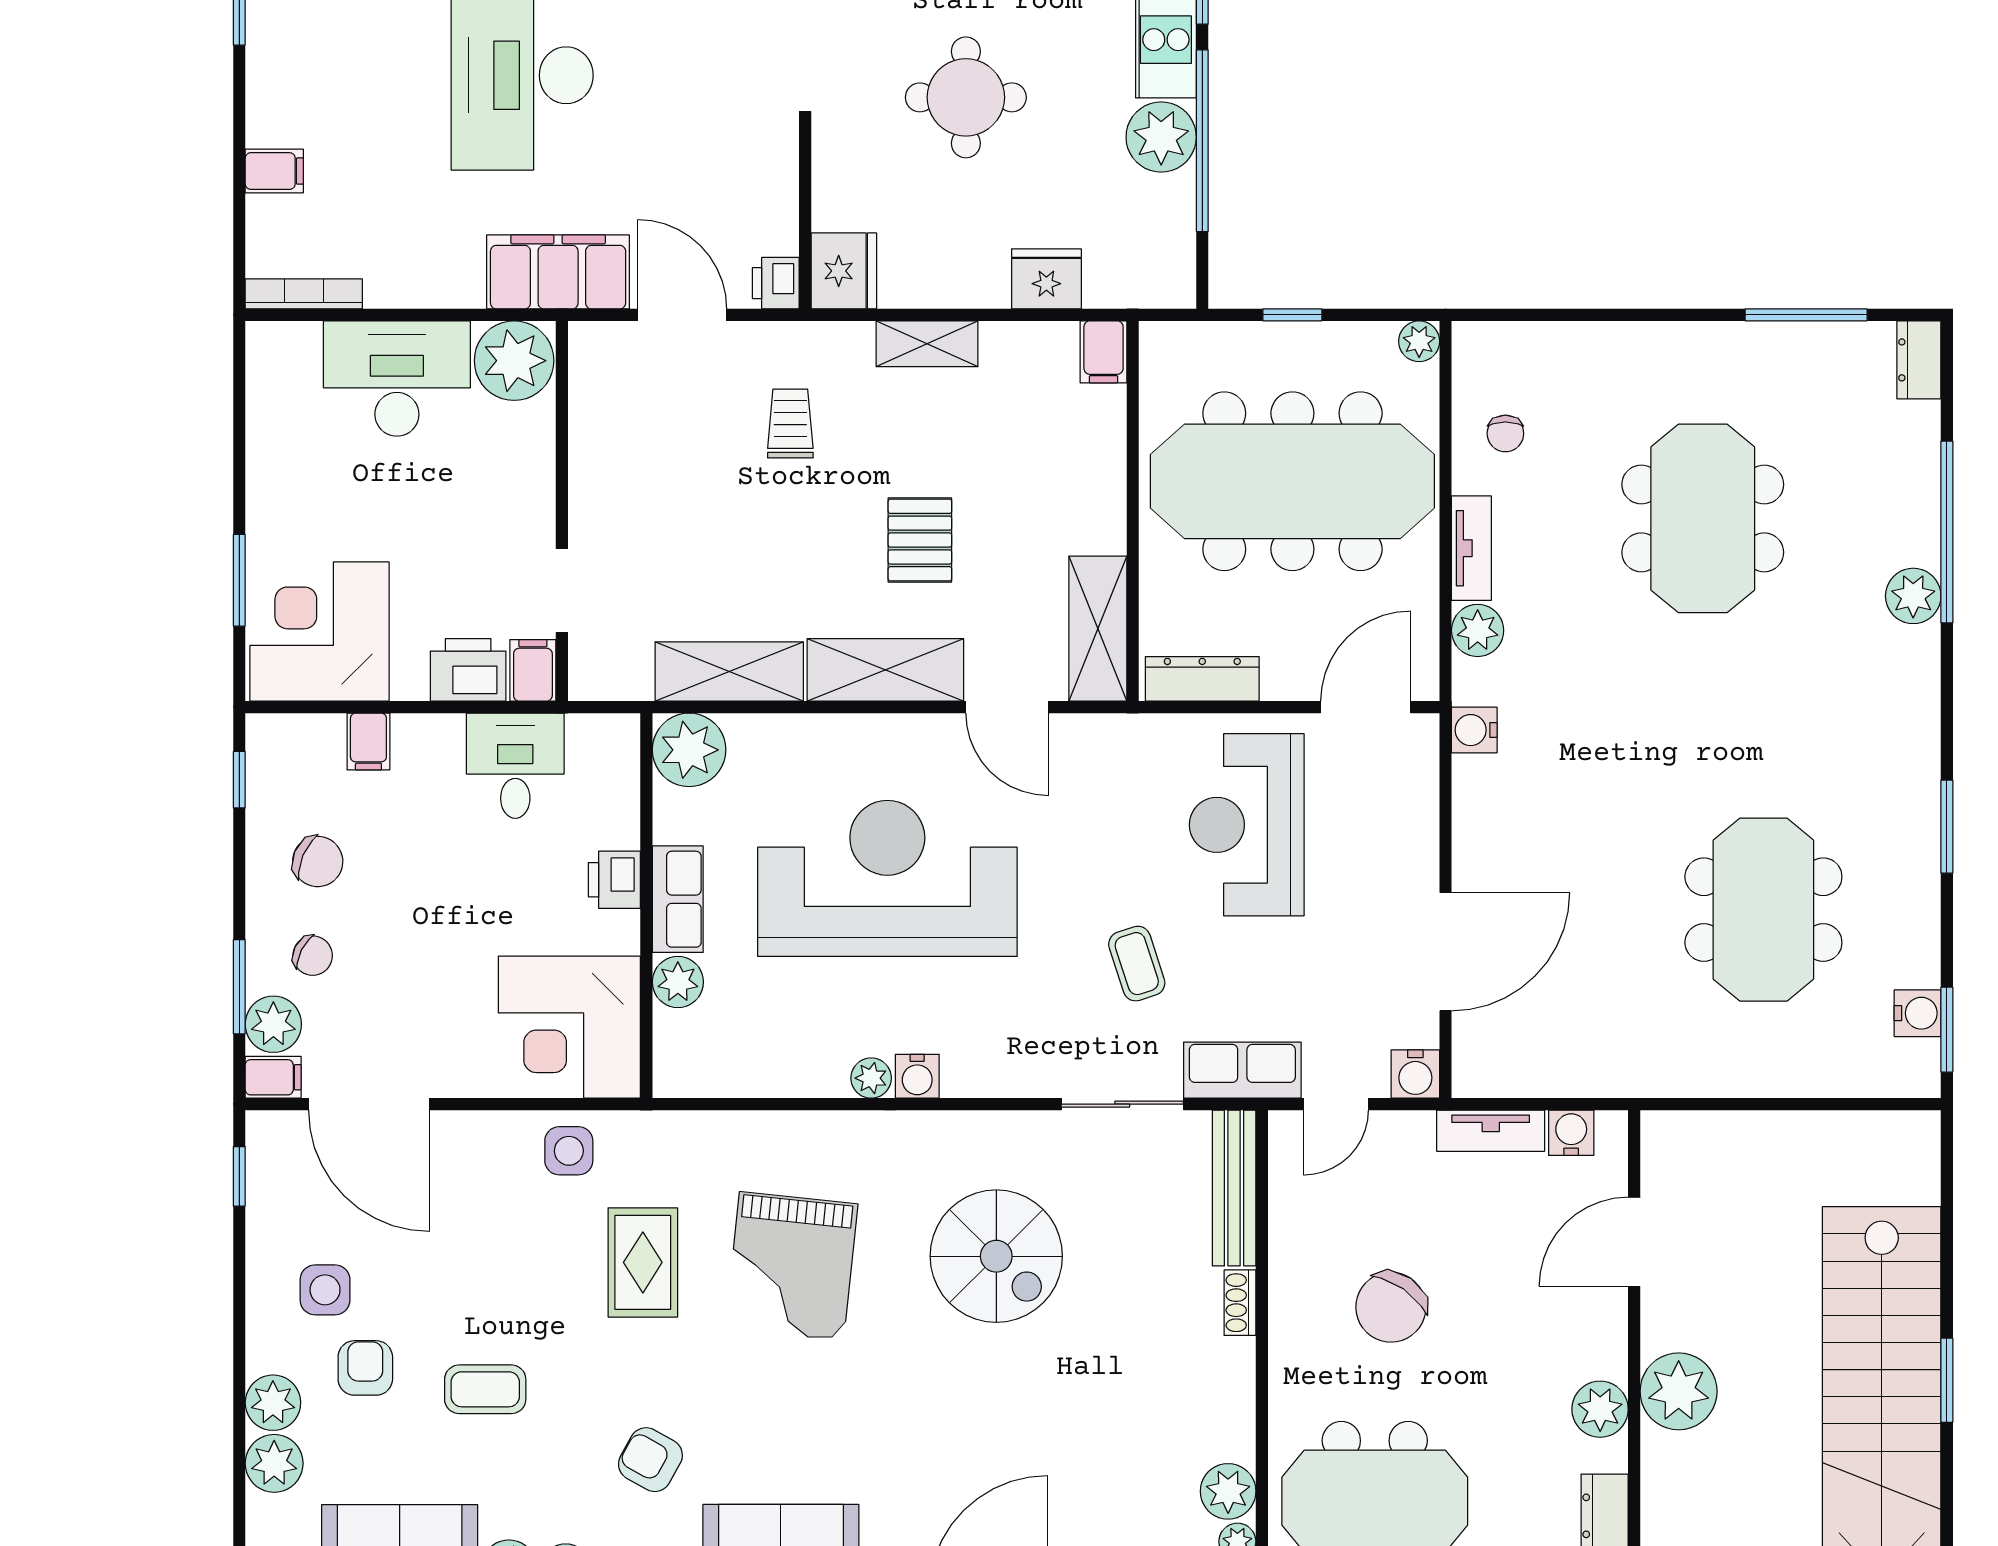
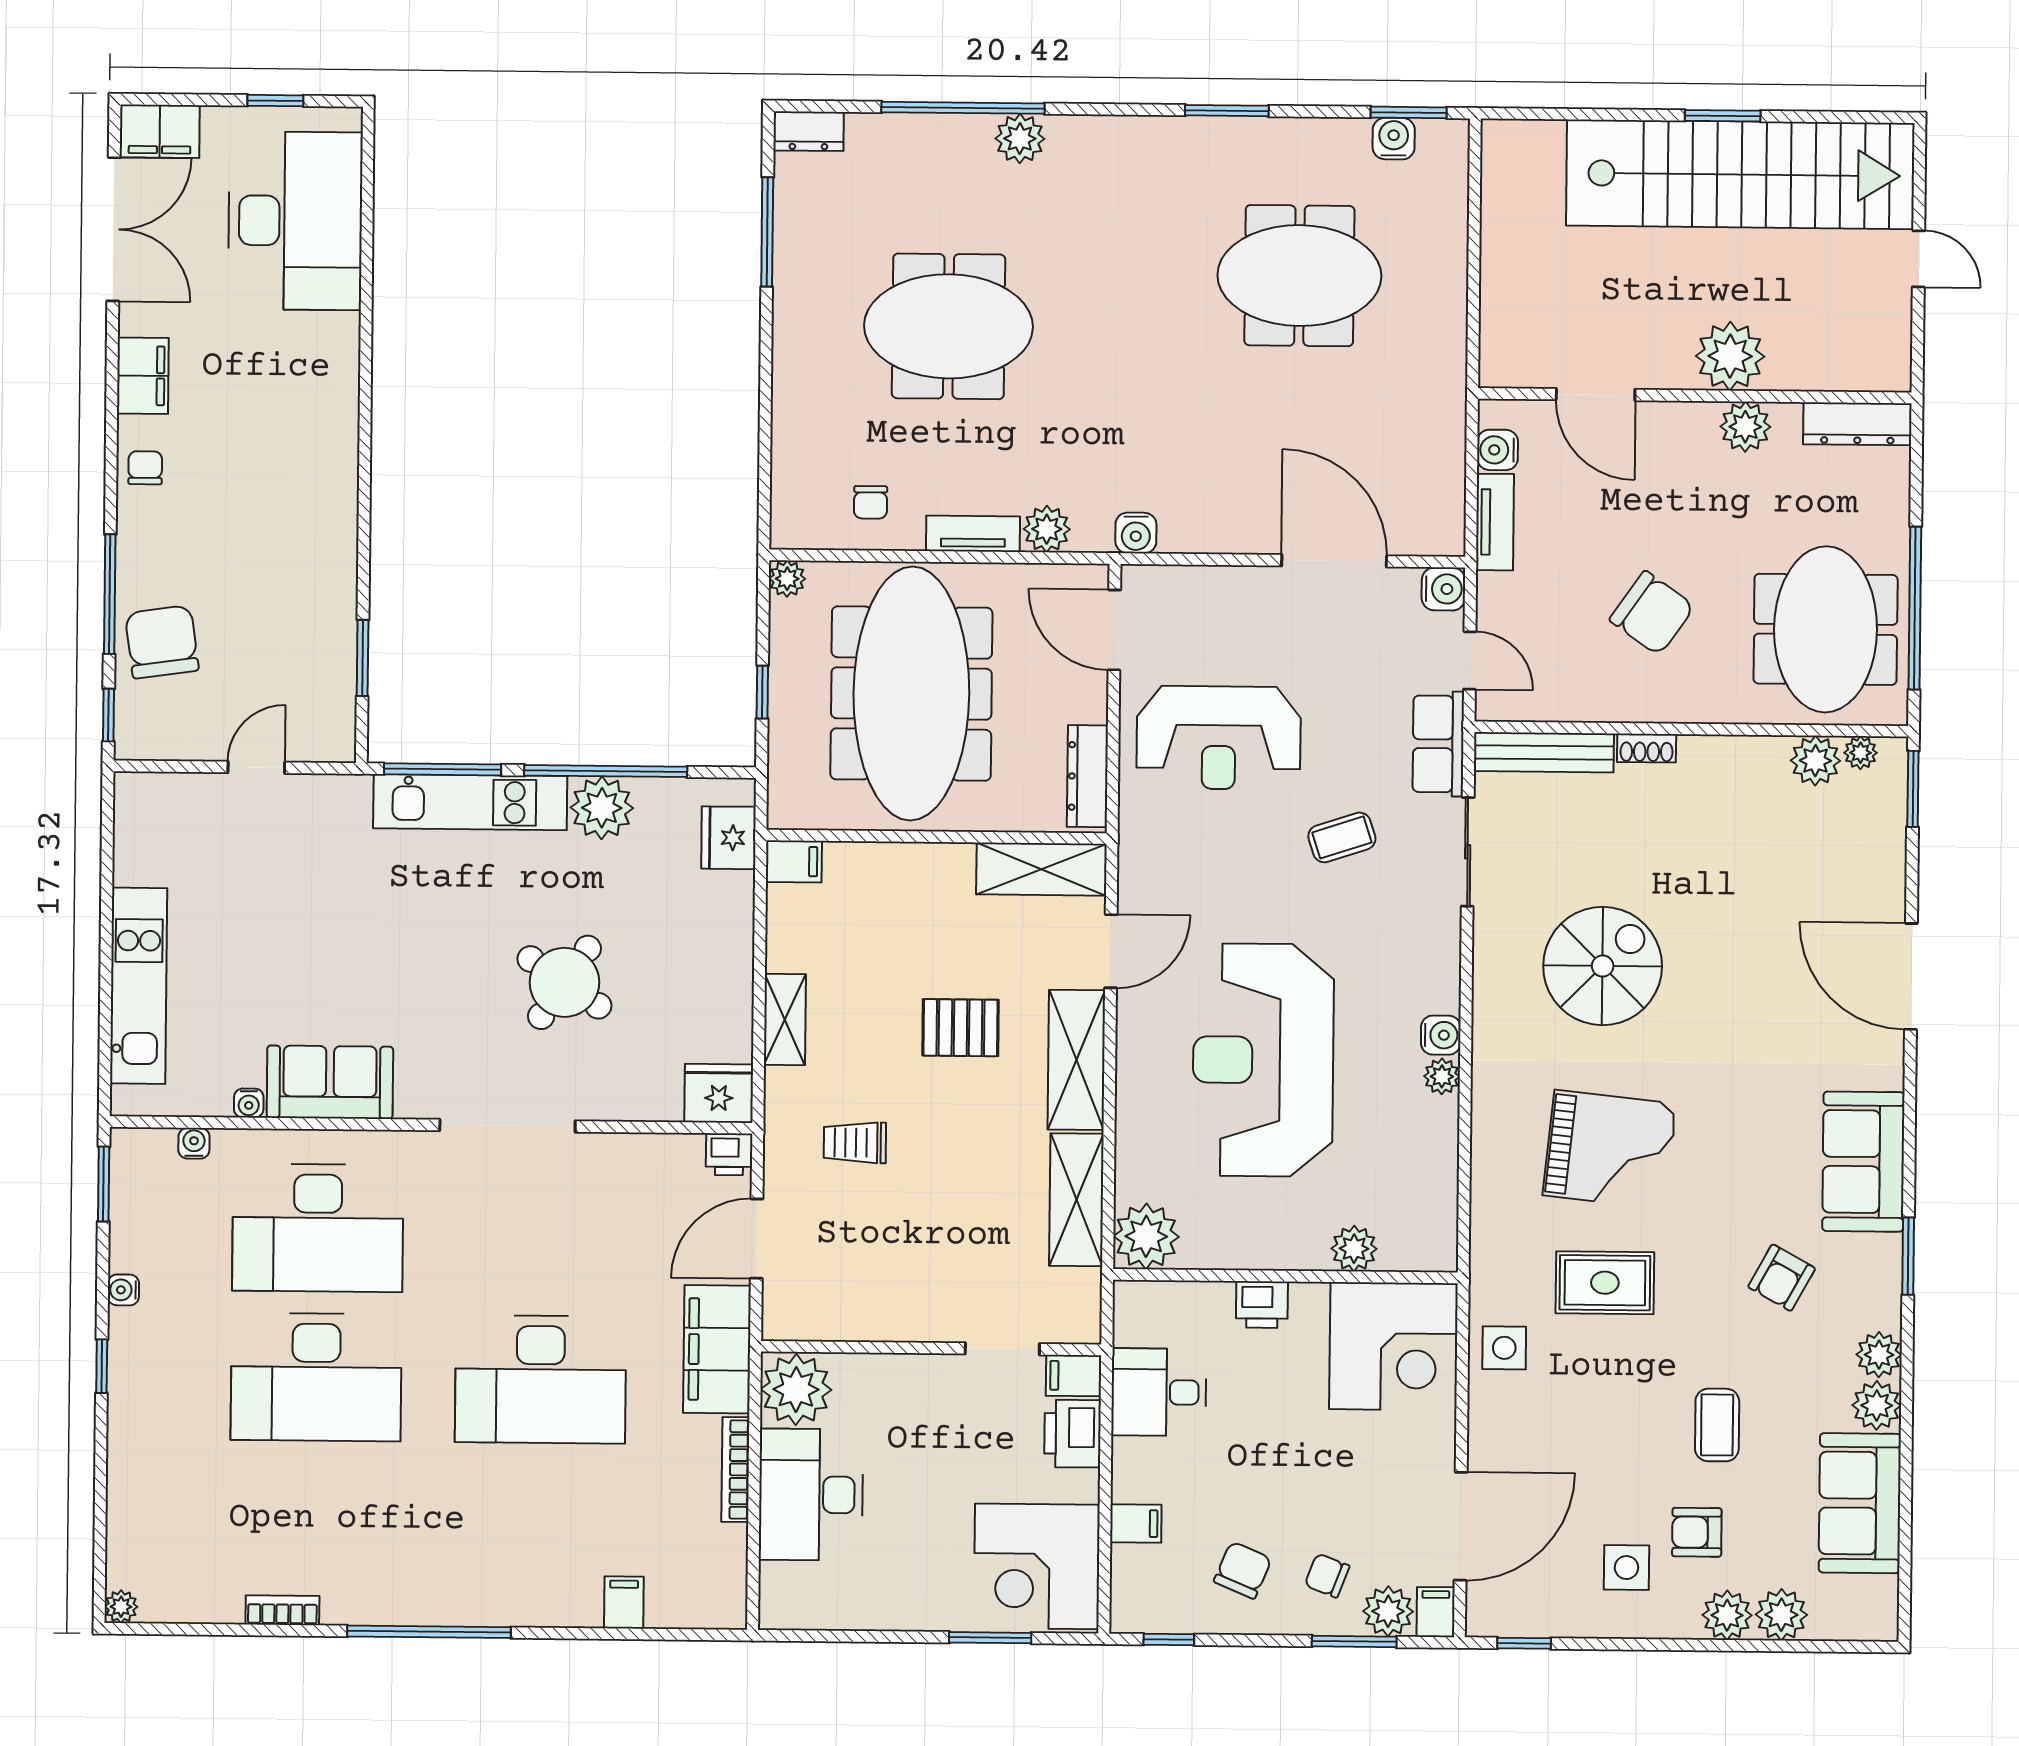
round table: (966, 97) -> (564, 982), turned 34
fridge: (1046, 279) -> (729, 838), moved
bookcase: (304, 294) -> (735, 1469), moved
chair: (1505, 433) -> (871, 502), turned 90
row of seats: (678, 899) -> (1280, 1248), removed
chair: (313, 956) -> (1327, 1576), turned -96

